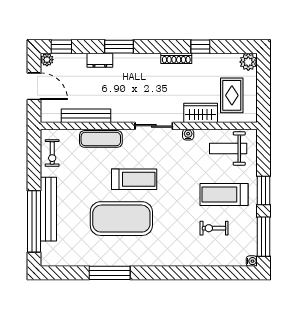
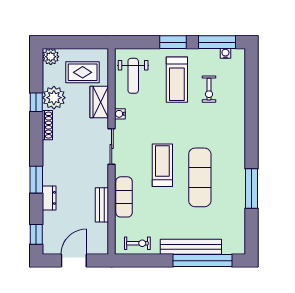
plant: (47, 60) -> (54, 98), moved, width x1.87, depth x1.87
bench: (86, 116) -> (102, 205), width x0.73
exercise mat: (121, 219) -> (200, 177), width x0.68
water cooler: (252, 261) -> (225, 53), moved

